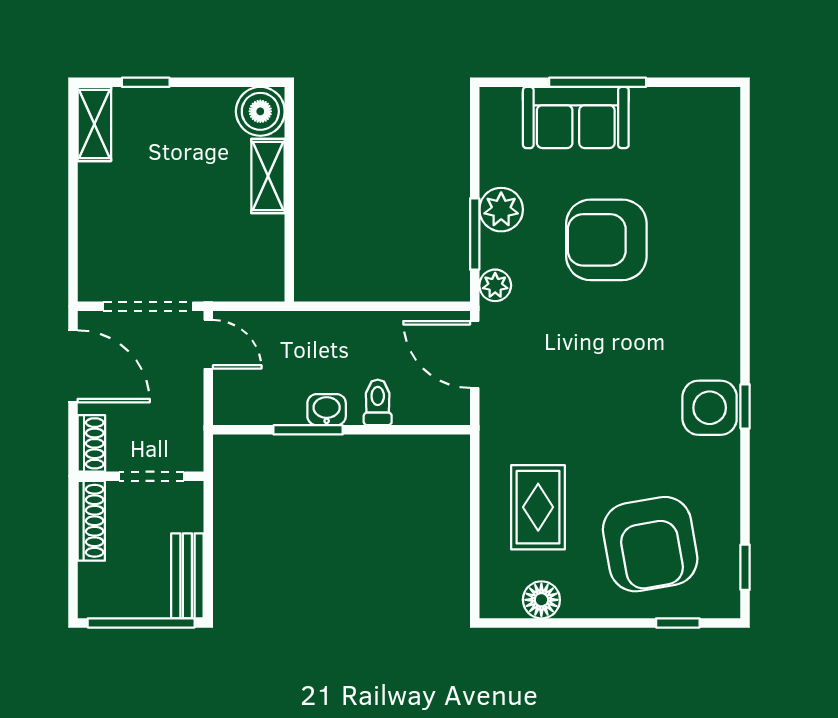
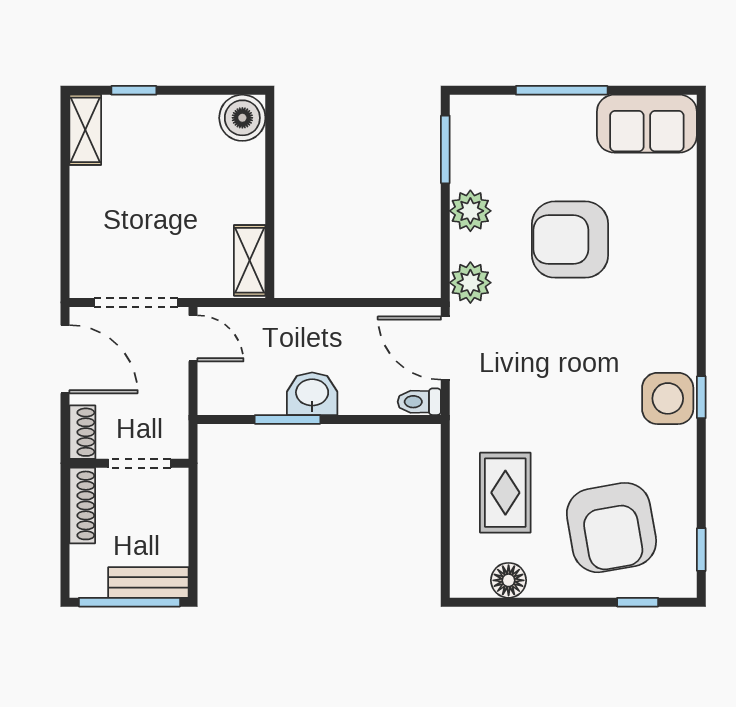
sofa: (576, 117) -> (647, 124), moved
shelving: (268, 176) -> (250, 260), moved
window: (475, 234) -> (445, 149), moved
plant: (495, 285) -> (470, 283), width x1.38, depth x1.38
toilet: (378, 402) -> (419, 402), moved, turned -90
washbasin: (327, 410) -> (312, 394), width x1.38, depth x1.45
bench: (187, 576) -> (148, 582), moved, turned 90

